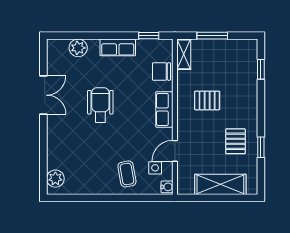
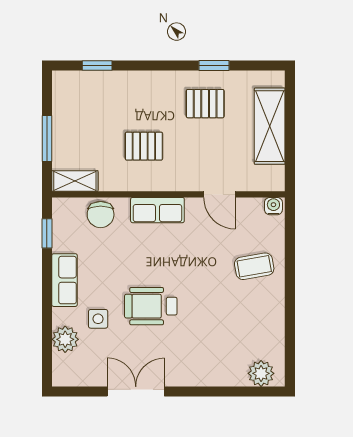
pallet: (207, 100) -> (144, 146), turned 90
side table: (155, 168) -> (98, 319), moved

